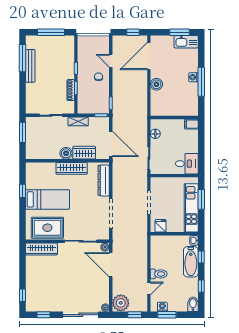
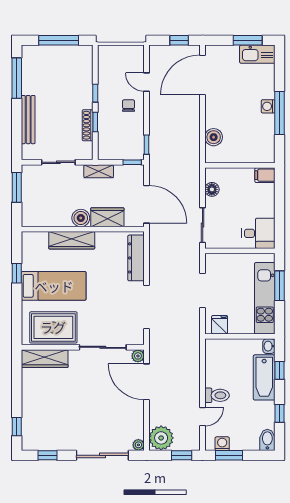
bench: (30, 66) -> (28, 120), moved
boiler: (156, 84) -> (214, 137), moved
wardrobe: (72, 168) -> (72, 240), moved

